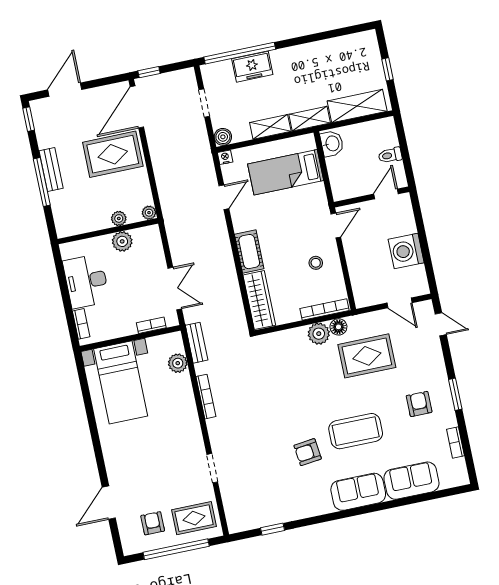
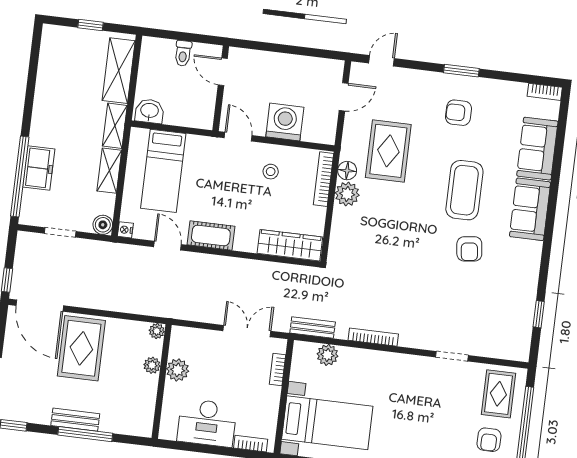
washing machine: (406, 251) -> (285, 122), moved, turned 180
cot: (249, 252) -> (211, 235), moved
bookcase: (455, 442) -> (545, 92), moved
armchair: (153, 523) -> (489, 440), turned -90

